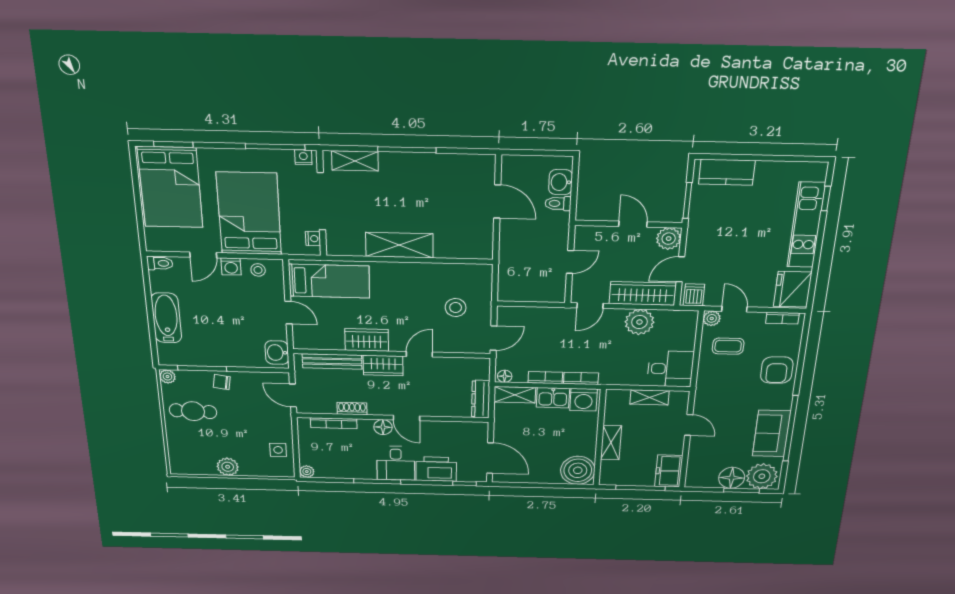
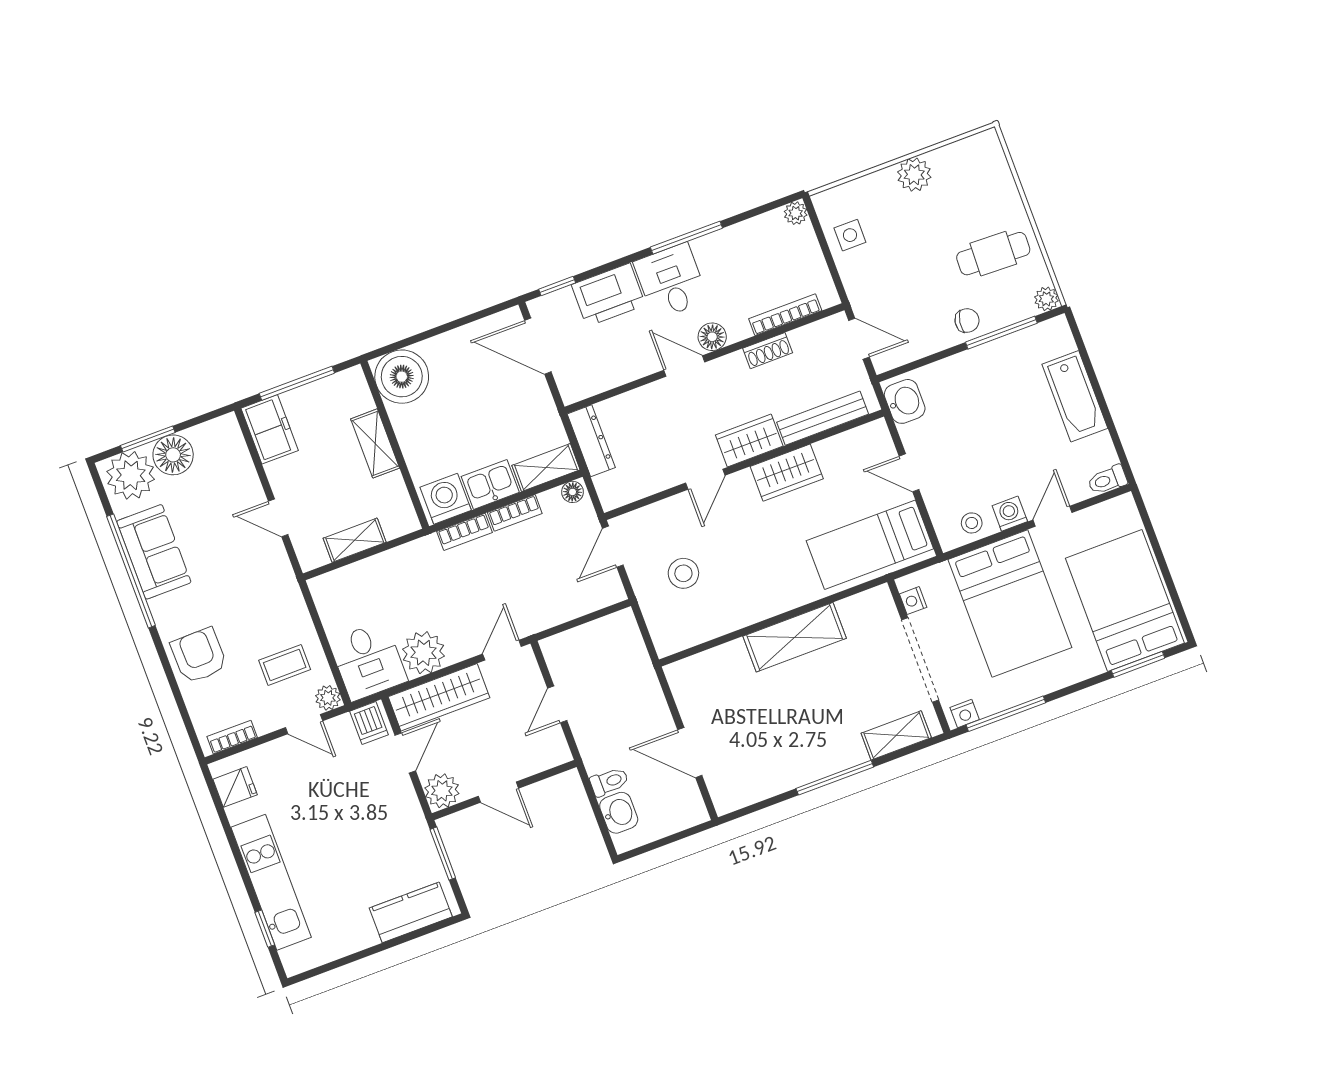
fridge: (793, 289) -> (235, 787), width x0.53, depth x0.75
desk: (670, 369) -> (368, 661), moved, turned -90

